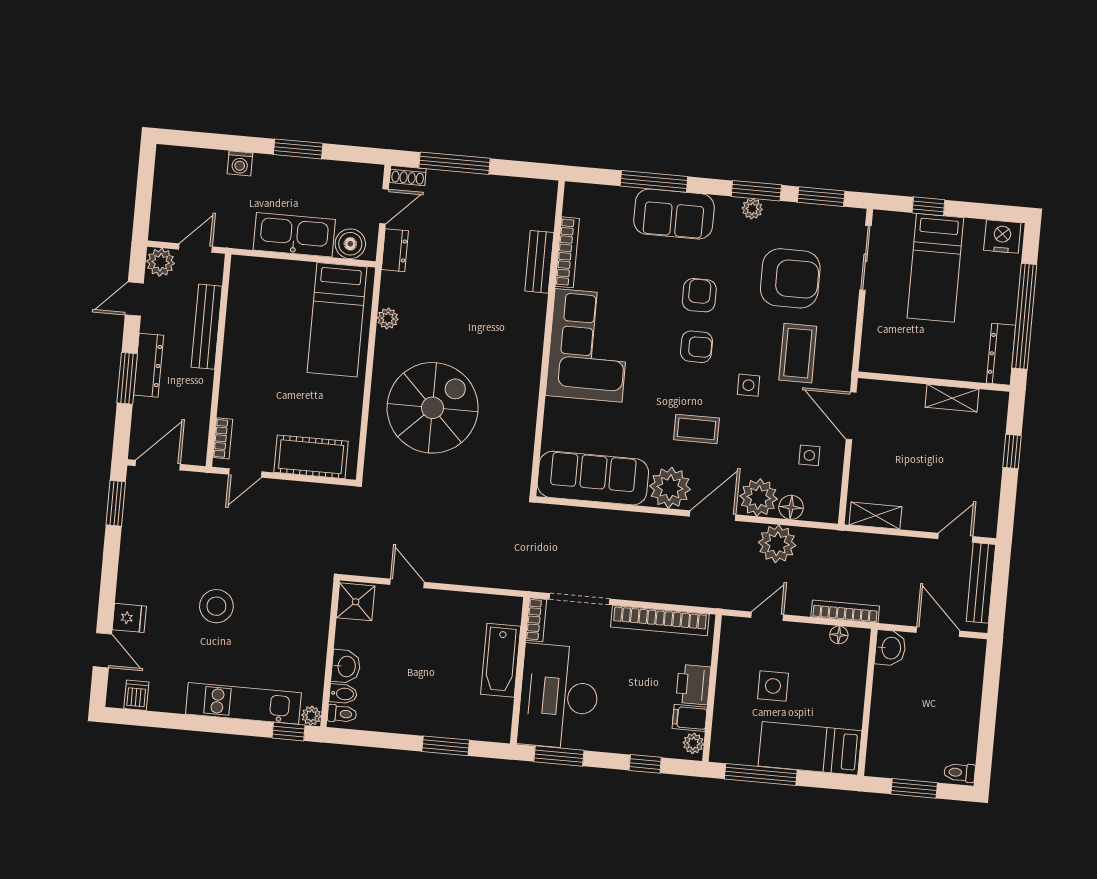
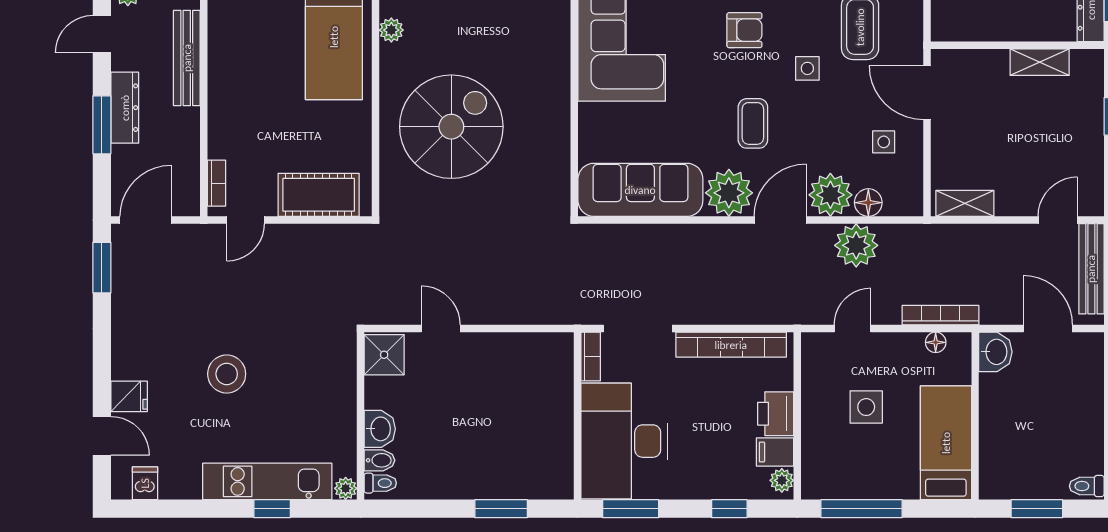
coffee table: (696, 429) -> (753, 123), turned 90
bathtub: (501, 660) -> (555, 406), removed
window: (289, 731) -> (272, 509), moved
bed: (810, 748) -> (946, 443), moved, turned 90

